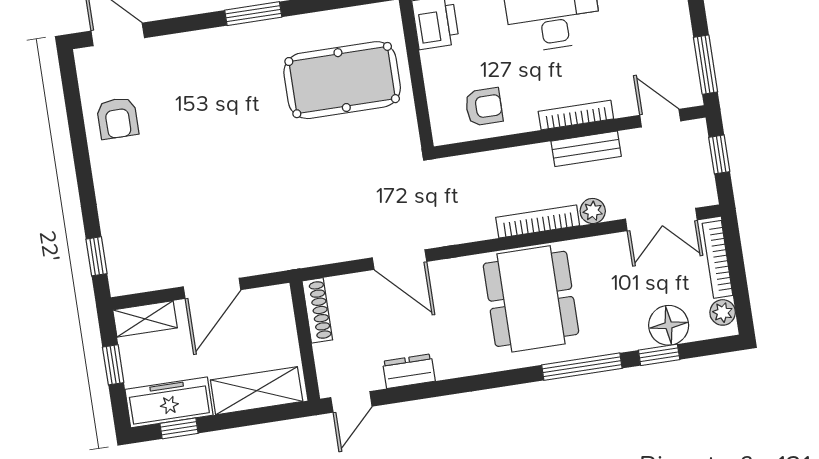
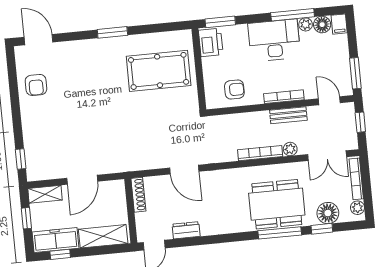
dining table: (531, 299) -> (277, 204), moved, turned 90

